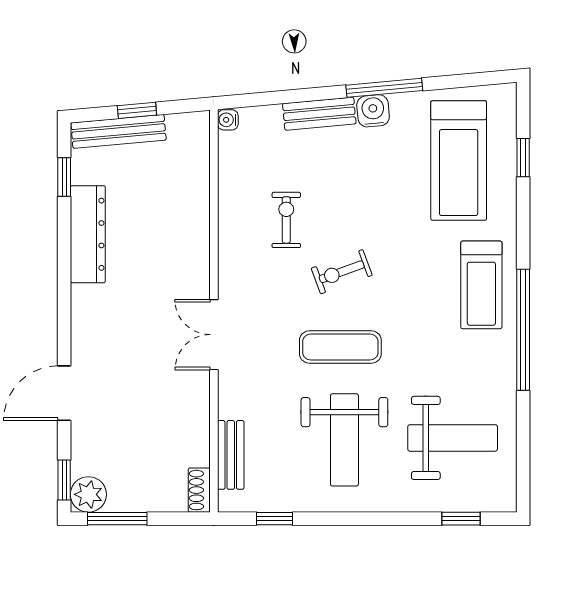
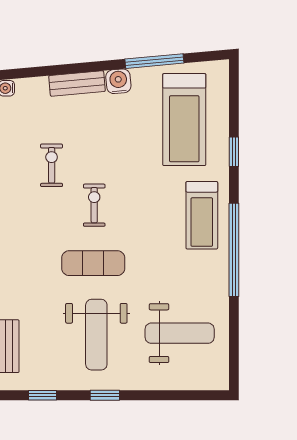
window: (384, 88) -> (154, 61), moved
window: (523, 158) -> (234, 152), moved
exercise bike: (342, 272) -> (94, 205), turned 110
window: (461, 519) -> (105, 395), moved

